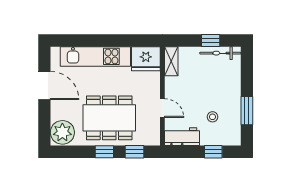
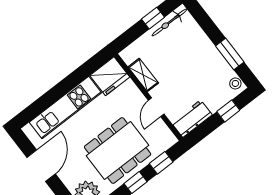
shelving: (171, 61) -> (143, 75), moved
door: (44, 86) -> (41, 166), hinge flipped
door: (162, 108) -> (156, 107), swing flipped
stool: (212, 117) -> (235, 83), moved

